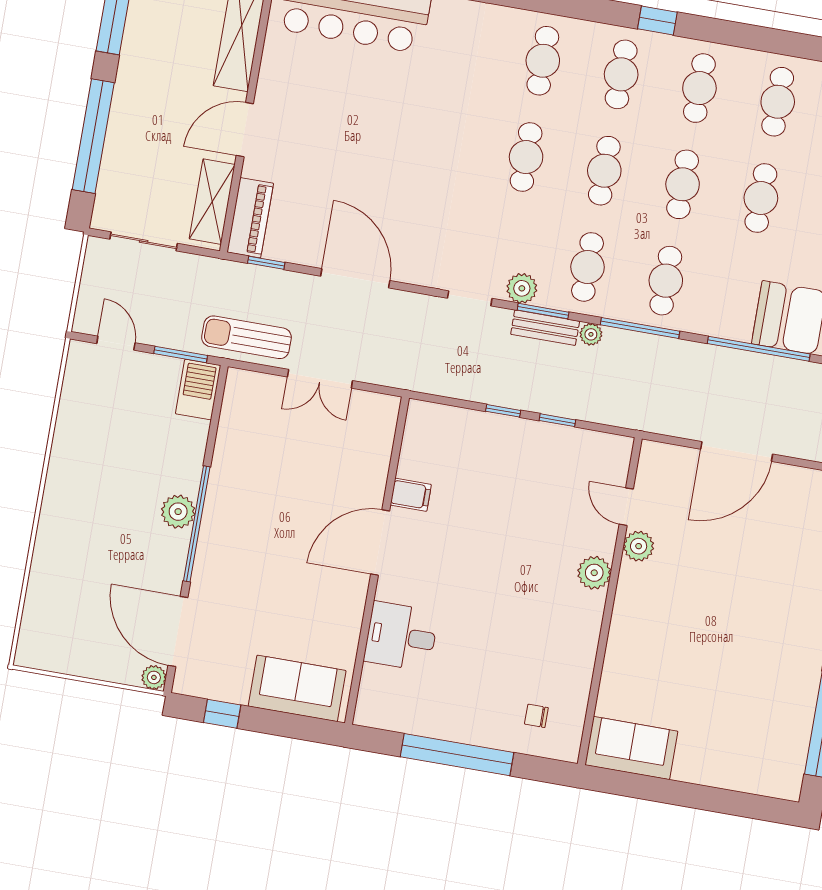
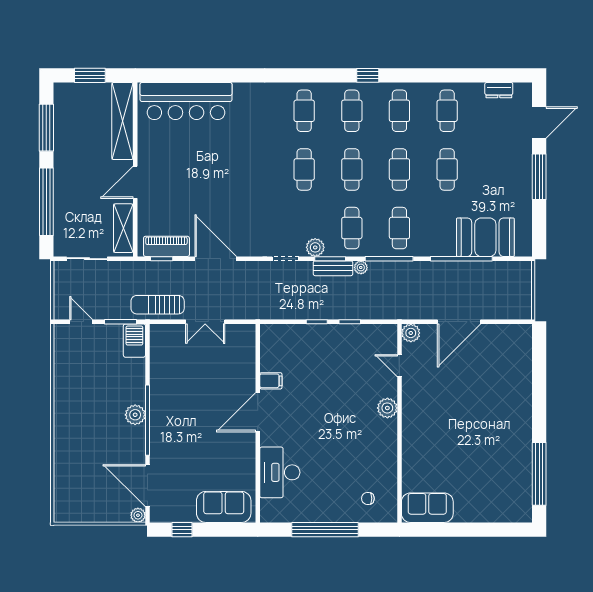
piano: (250, 218) -> (166, 246), moved, turned -90
plant: (639, 546) -> (411, 333), moved
desk: (401, 636) -> (280, 472), width x1.37

